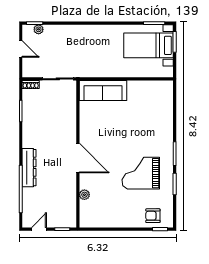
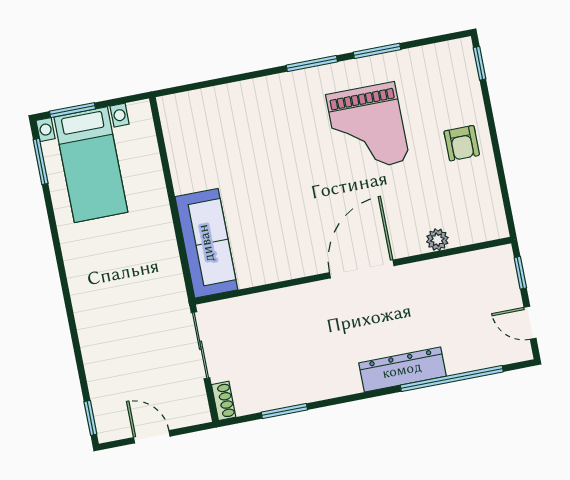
plant: (39, 29) -> (102, 407), removed
door: (21, 49) -> (152, 437), hinge flipped
armchair: (153, 216) -> (462, 143), moved

